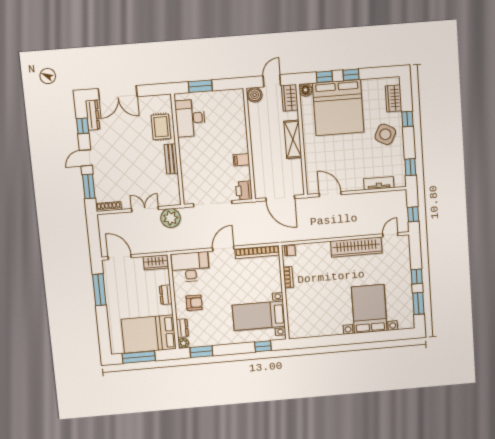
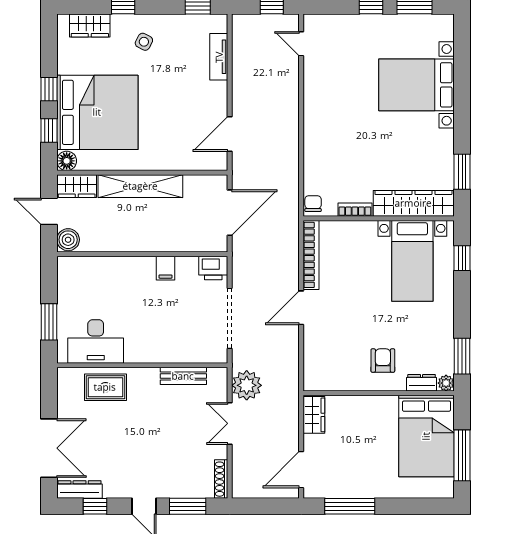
side table: (385, 134) -> (144, 42), width x0.54, depth x0.54
shelving: (293, 139) -> (140, 186), width x1.47
bench: (171, 159) -> (183, 376), moved
wardrobe: (356, 247) -> (413, 203), moved, turned -90
door: (223, 249) -> (301, 308), hinge flipped
desk: (190, 267) -> (326, 362), removed
dresser: (166, 295) -> (366, 404), removed
window: (317, 342) -> (462, 172), added

